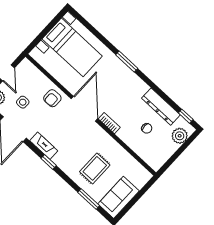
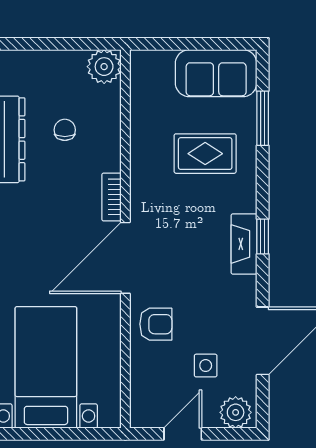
plant: (180, 136) -> (104, 67), moved
fireplace: (44, 146) -> (244, 244), moved

